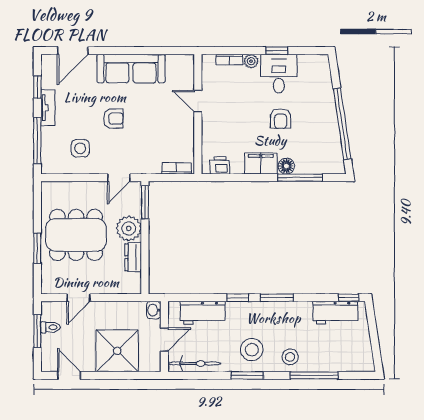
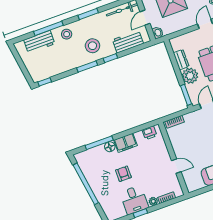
workbench: (335, 313) -> (39, 42), moved, turned 180
stool: (252, 350) -> (92, 46), moved

